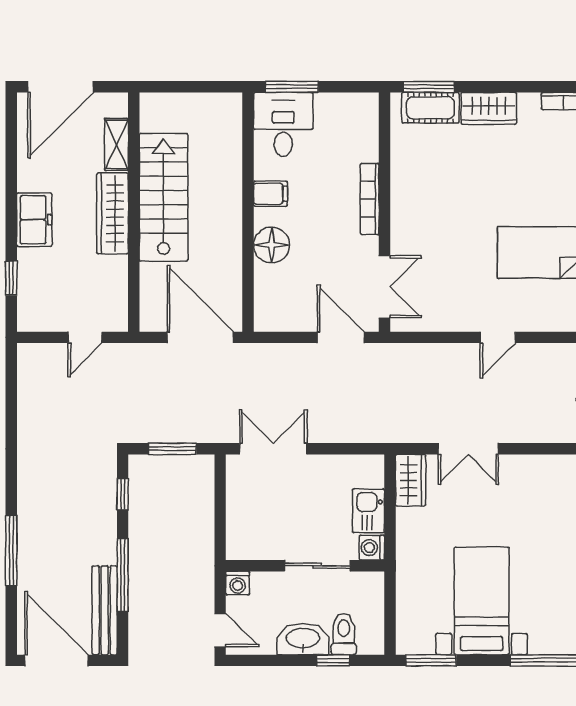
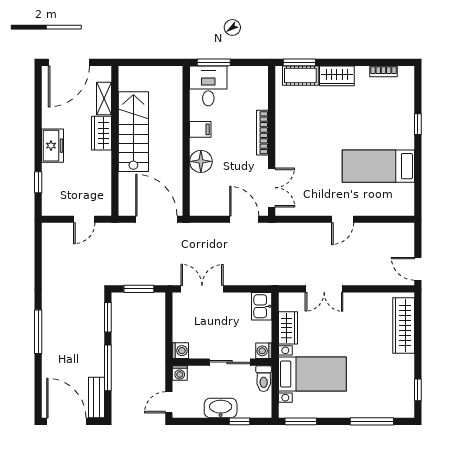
wardrobe: (113, 213) -> (101, 133), width x0.67
wardrobe: (411, 480) -> (288, 328), moved
window: (123, 494) -> (108, 317), width x1.50
kitchen sink: (368, 511) -> (262, 306), moved
washing machine: (239, 547) -> (180, 351), added
window: (11, 550) -> (38, 332), moved
bed with nightstands: (482, 601) -> (312, 374), moved, turned 90
bench: (105, 610) -> (97, 397), width x0.73
door: (220, 630) -> (169, 402), swing flipped
toilet: (344, 634) -> (264, 379), moved, turned 180

